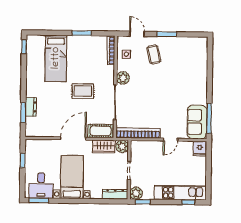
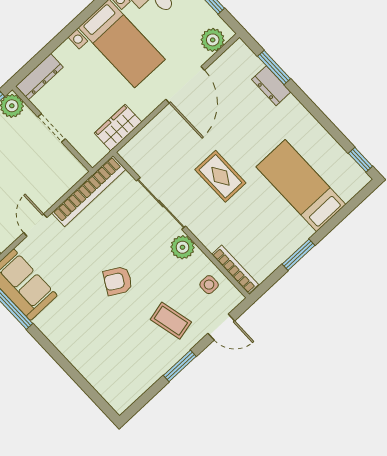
armchair: (159, 89) -> (118, 281), added
rug: (83, 91) -> (220, 176), turned 90
cot: (100, 131) -> (143, 145), removed
door: (73, 138) -> (185, 85), moved
plant: (122, 146) -> (213, 40), moved

